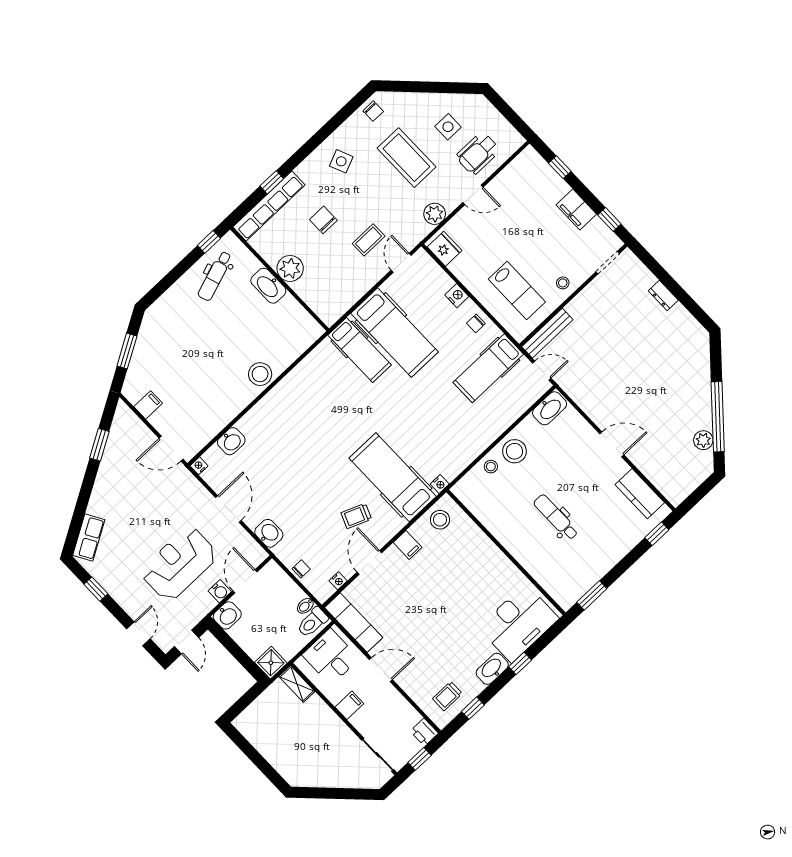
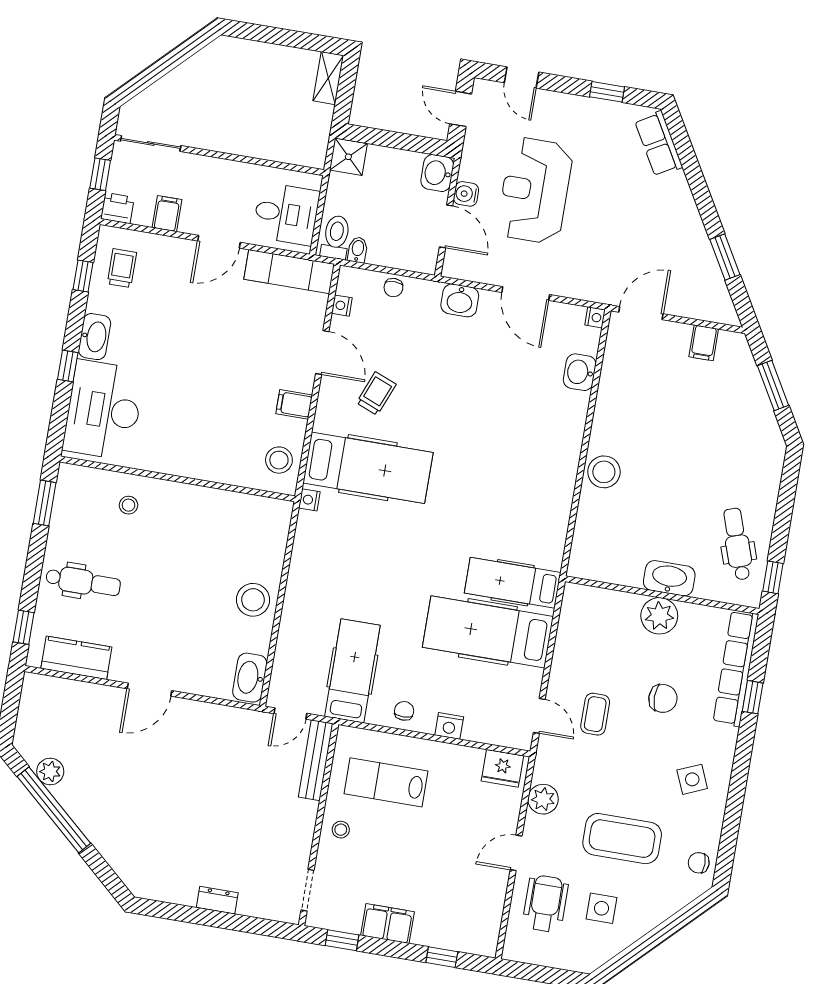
stool: (491, 467) -> (128, 505), moved
dental chair: (556, 517) -> (83, 582), moved
reception desk: (179, 564) -> (535, 190), turned 180
shelving: (297, 684) -> (328, 78), moved, turned 90
filing cabinet: (349, 705) -> (167, 214), moved, turned 180

